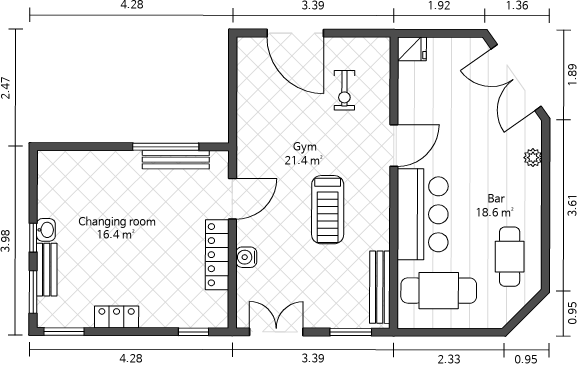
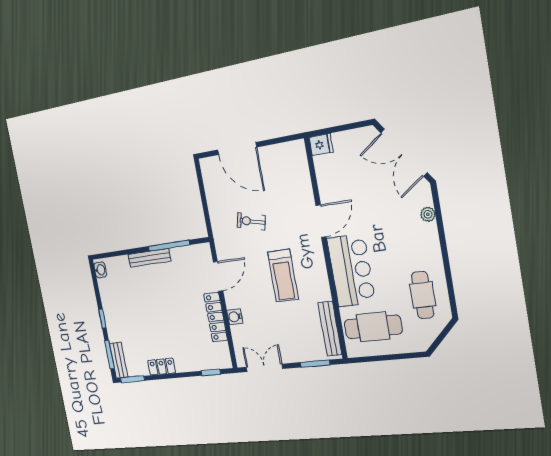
exercise bike: (344, 90) -> (251, 221), moved, turned 104
bench: (176, 160) -> (149, 258), moved
washbasin: (46, 230) -> (100, 270), moved
bench: (47, 270) -> (119, 360), moved

